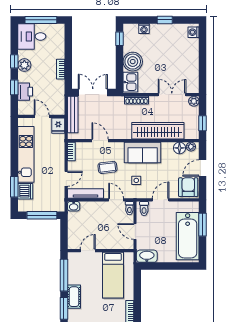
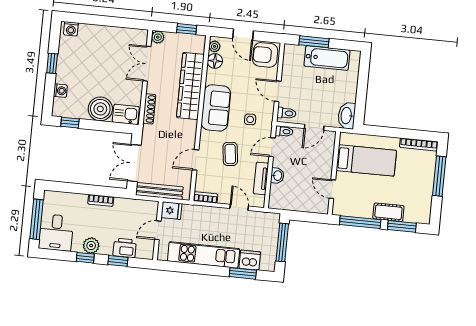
tv unit: (85, 194) -> (261, 178), width x0.71
washbasin: (74, 206) -> (277, 176), moved
bathtub: (188, 236) -> (327, 58), width x0.73, depth x0.73

